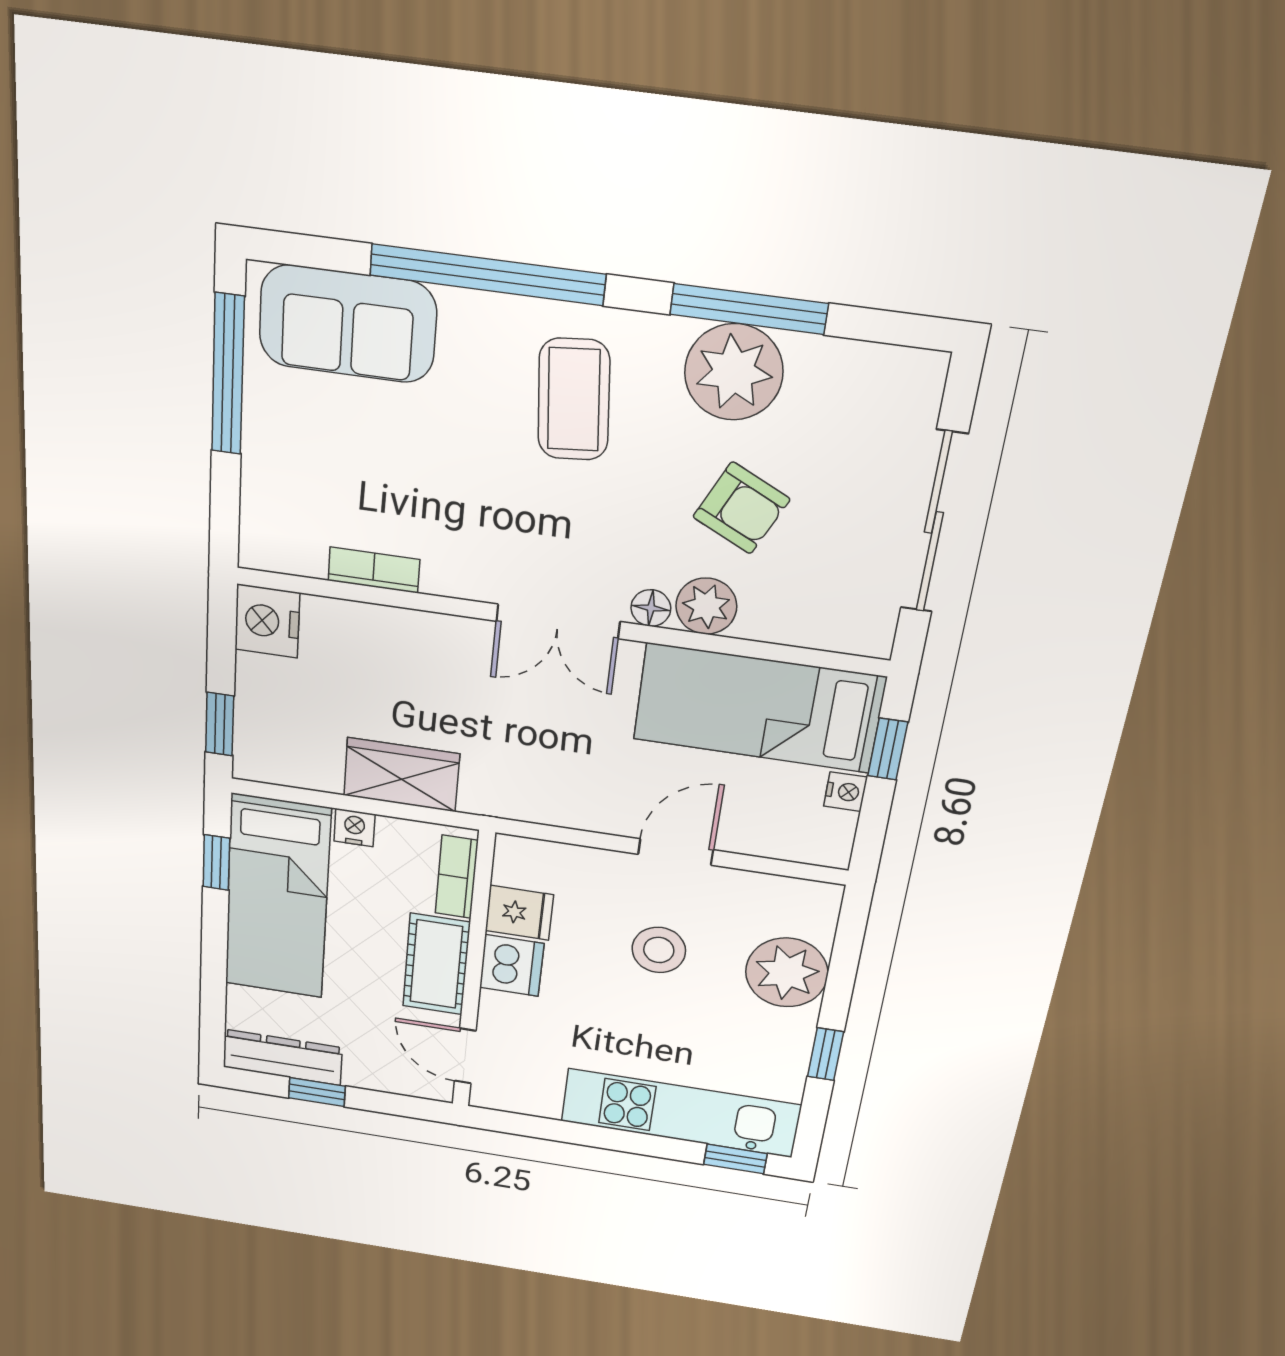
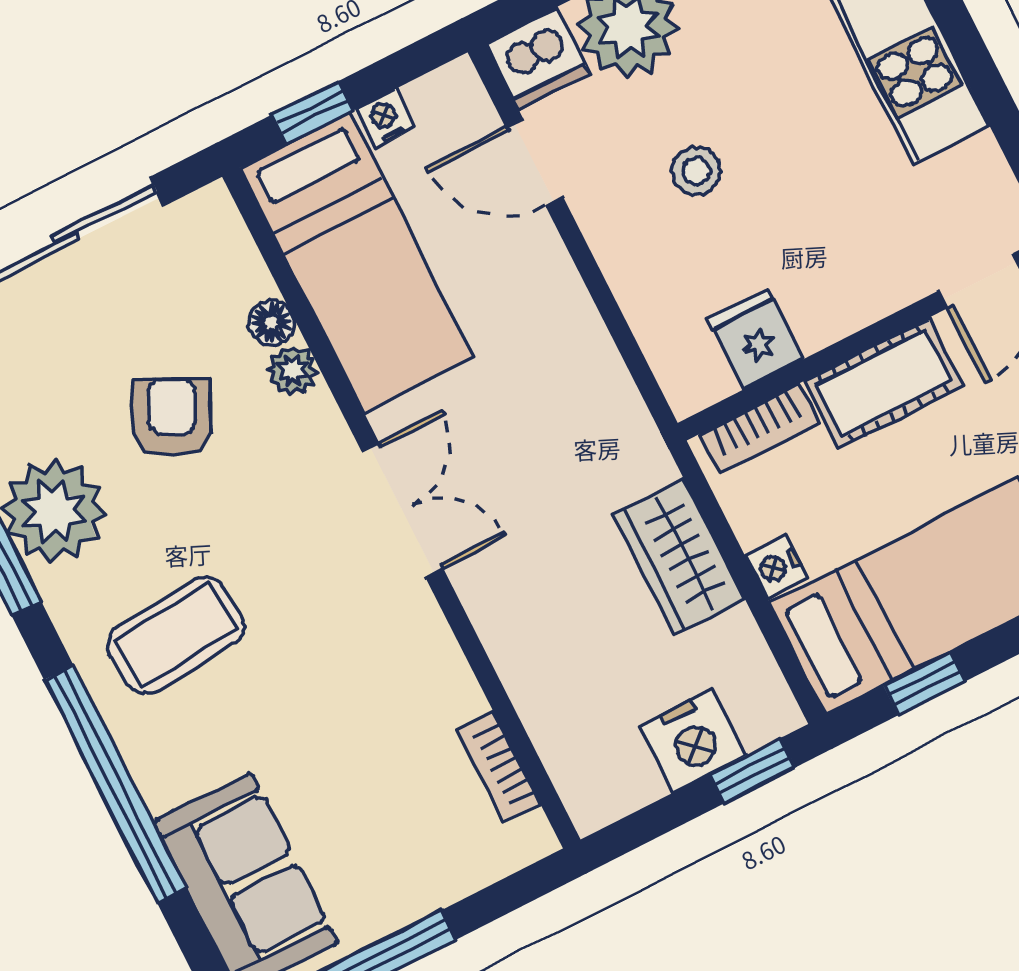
bookcase: (374, 570) -> (498, 767), moved
plant: (706, 606) -> (293, 370), width x0.73, depth x0.73
floor lamp: (651, 608) -> (271, 323), moved
nightstand: (267, 621) -> (693, 741), moved
door: (676, 852) -> (534, 162), moved
stool: (659, 950) -> (696, 171), width x0.73, depth x0.73
dishwasher: (512, 965) -> (537, 59), moved, turned 180

